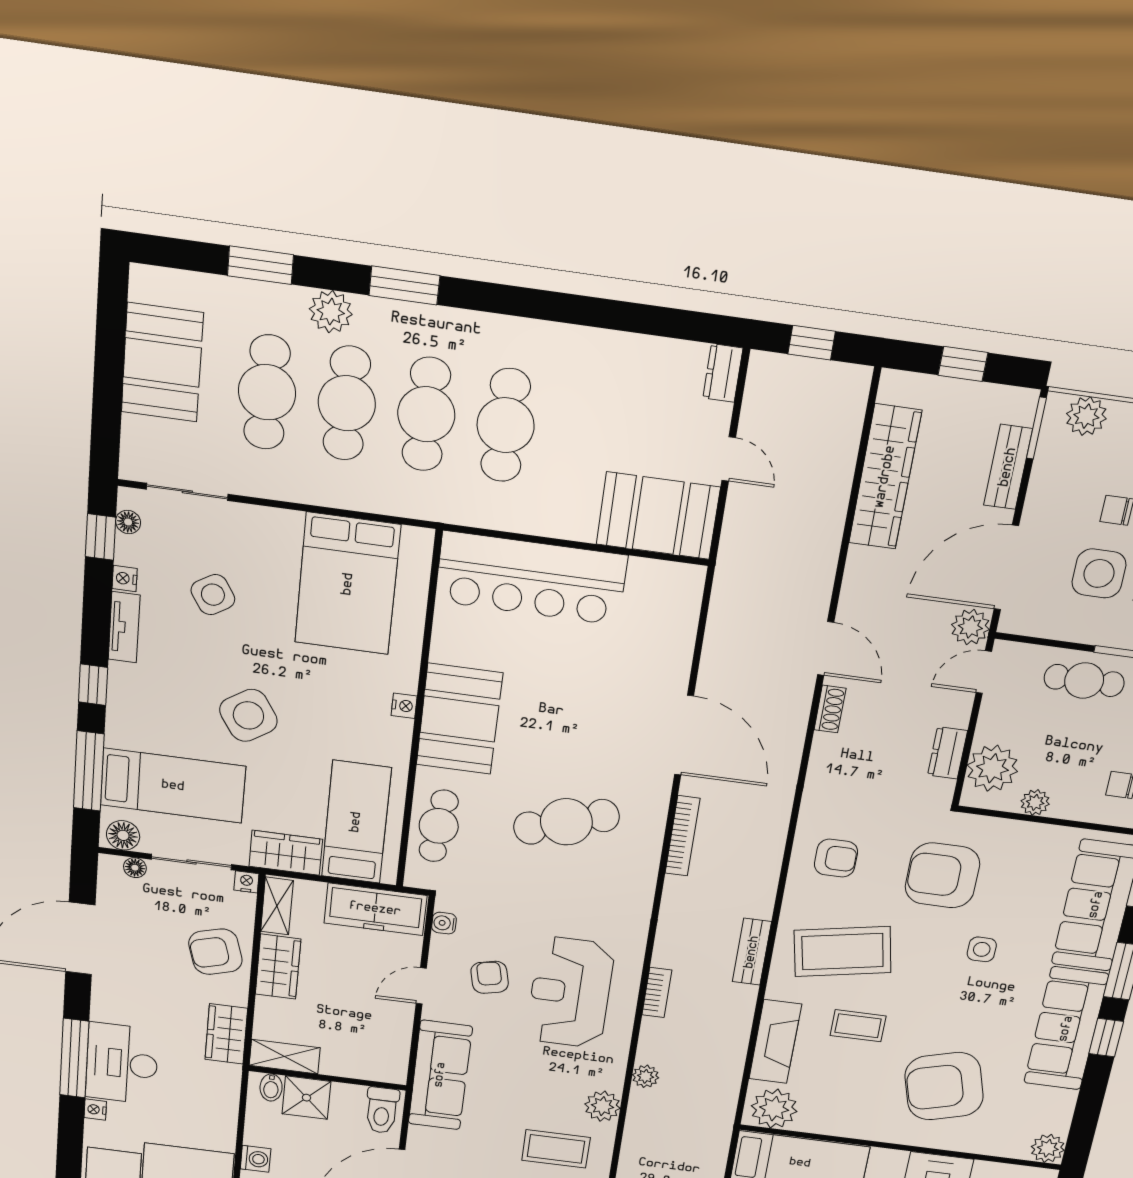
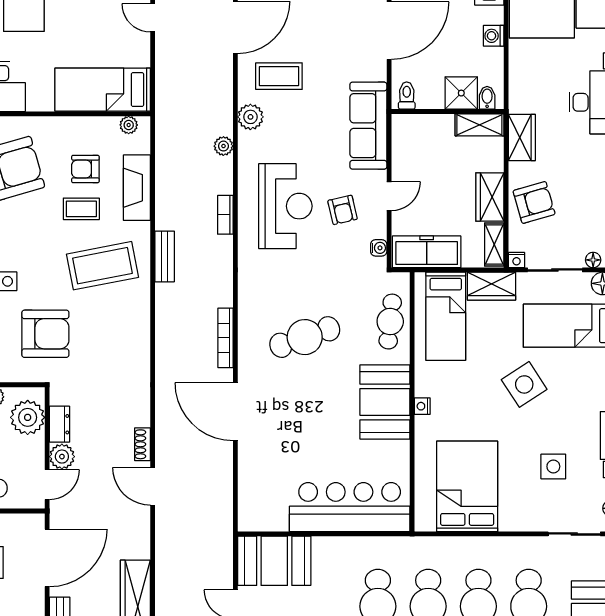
side table: (213, 595) -> (553, 466), turned 32
plant: (970, 627) -> (62, 457), moved
armchair: (836, 858) -> (85, 169), moved
plant: (774, 1109) -> (129, 125), width x0.53, depth x0.53
toilet: (382, 1110) -> (407, 96), width x0.73, depth x0.72

